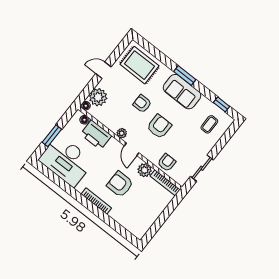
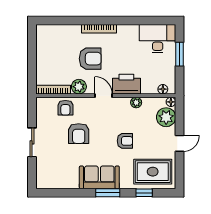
window: (222, 104) -> (144, 193), moved
coffee table: (209, 124) -> (55, 168), removed
armchair: (159, 126) -> (79, 134), moved
plant: (122, 133) -> (136, 103), moved
printer: (96, 135) -> (126, 84), moved
desk: (66, 161) -> (158, 39), width x0.73, depth x0.77
sliding door: (202, 168) -> (32, 142), moved

